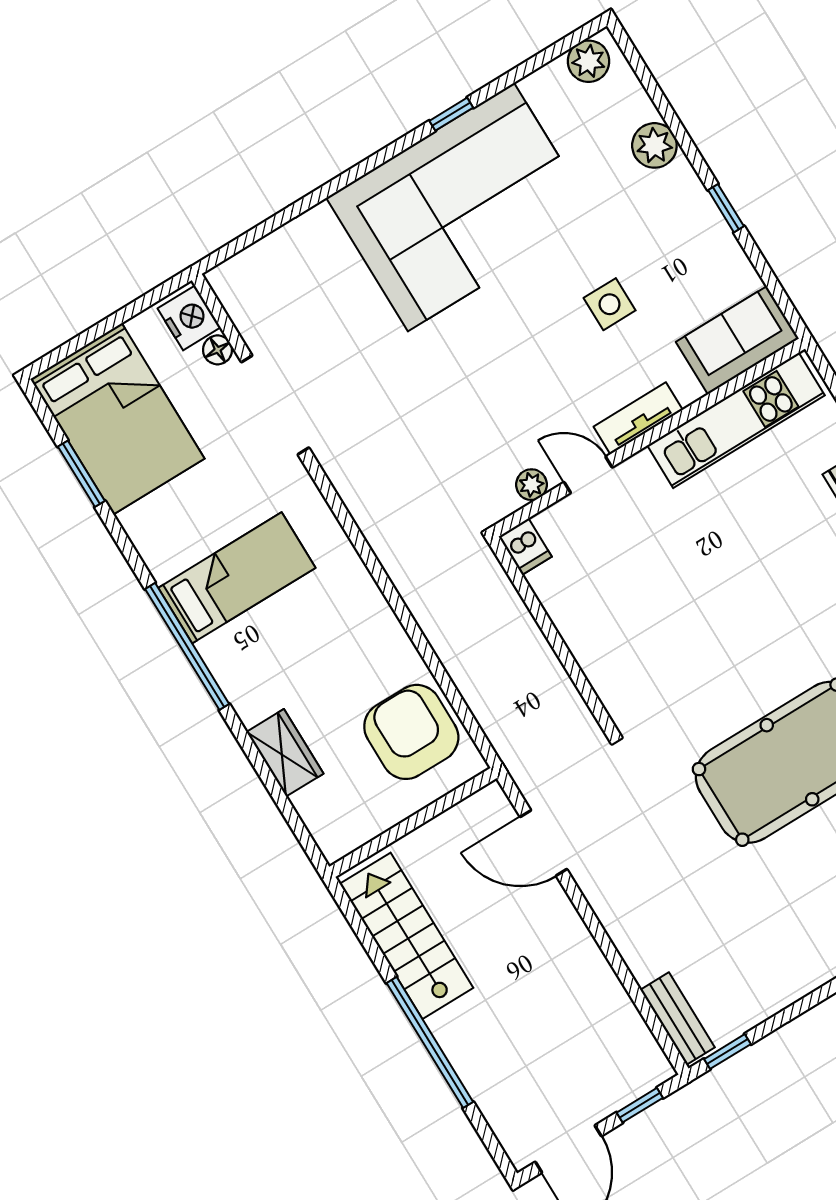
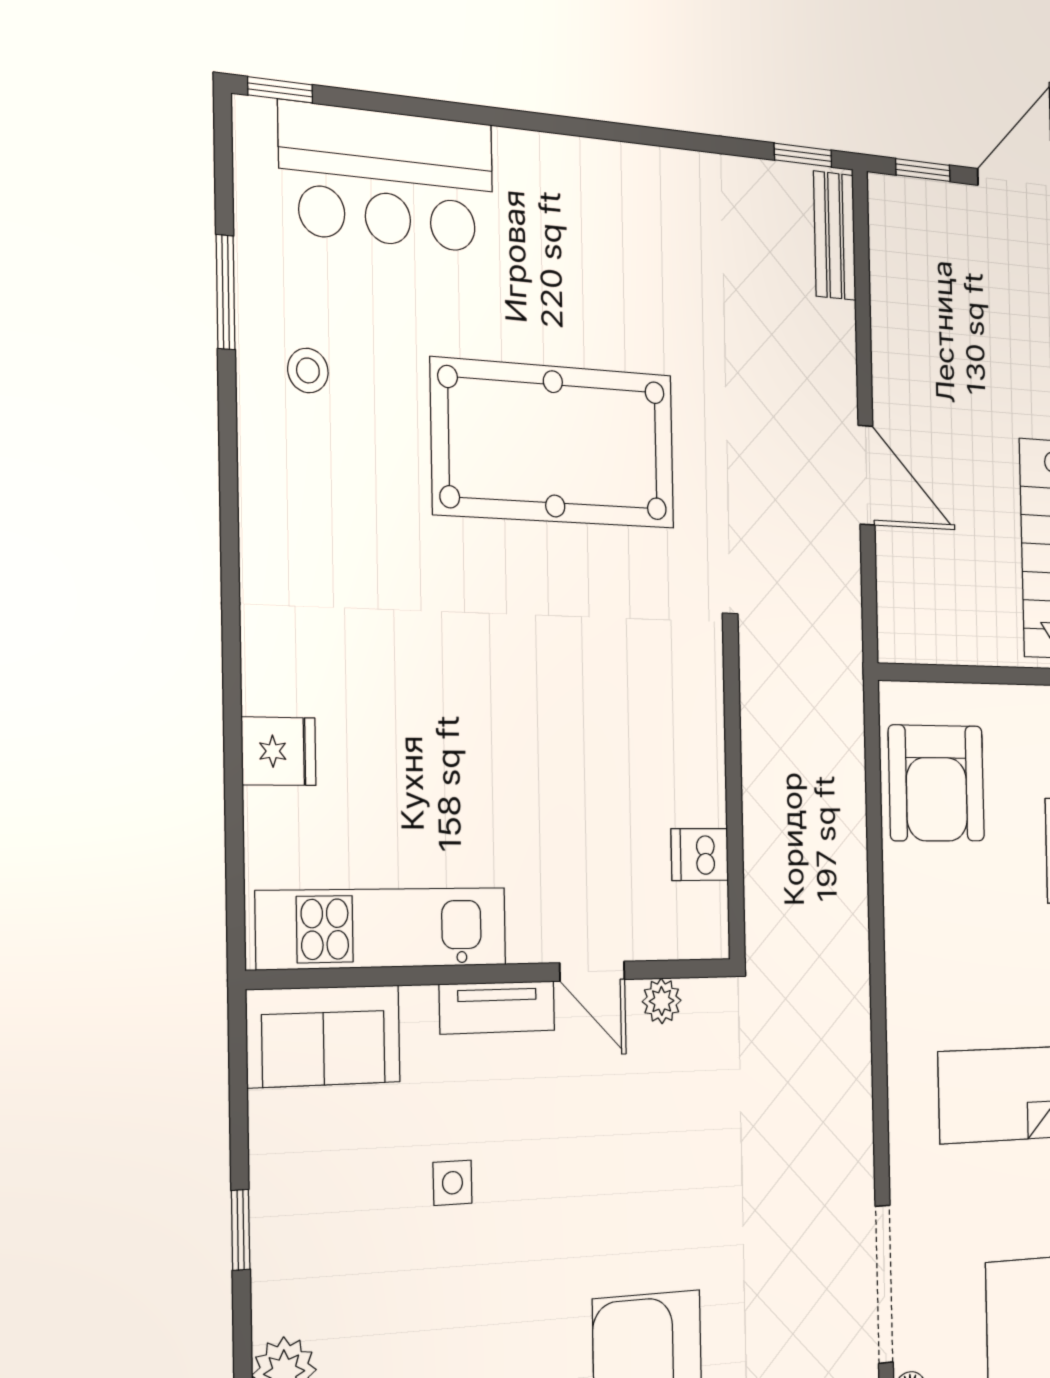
side table: (610, 304) -> (452, 1183), width x0.73, depth x0.73
dishwasher: (525, 547) -> (700, 855), moved, turned -90
door: (543, 843) -> (866, 475), moved

